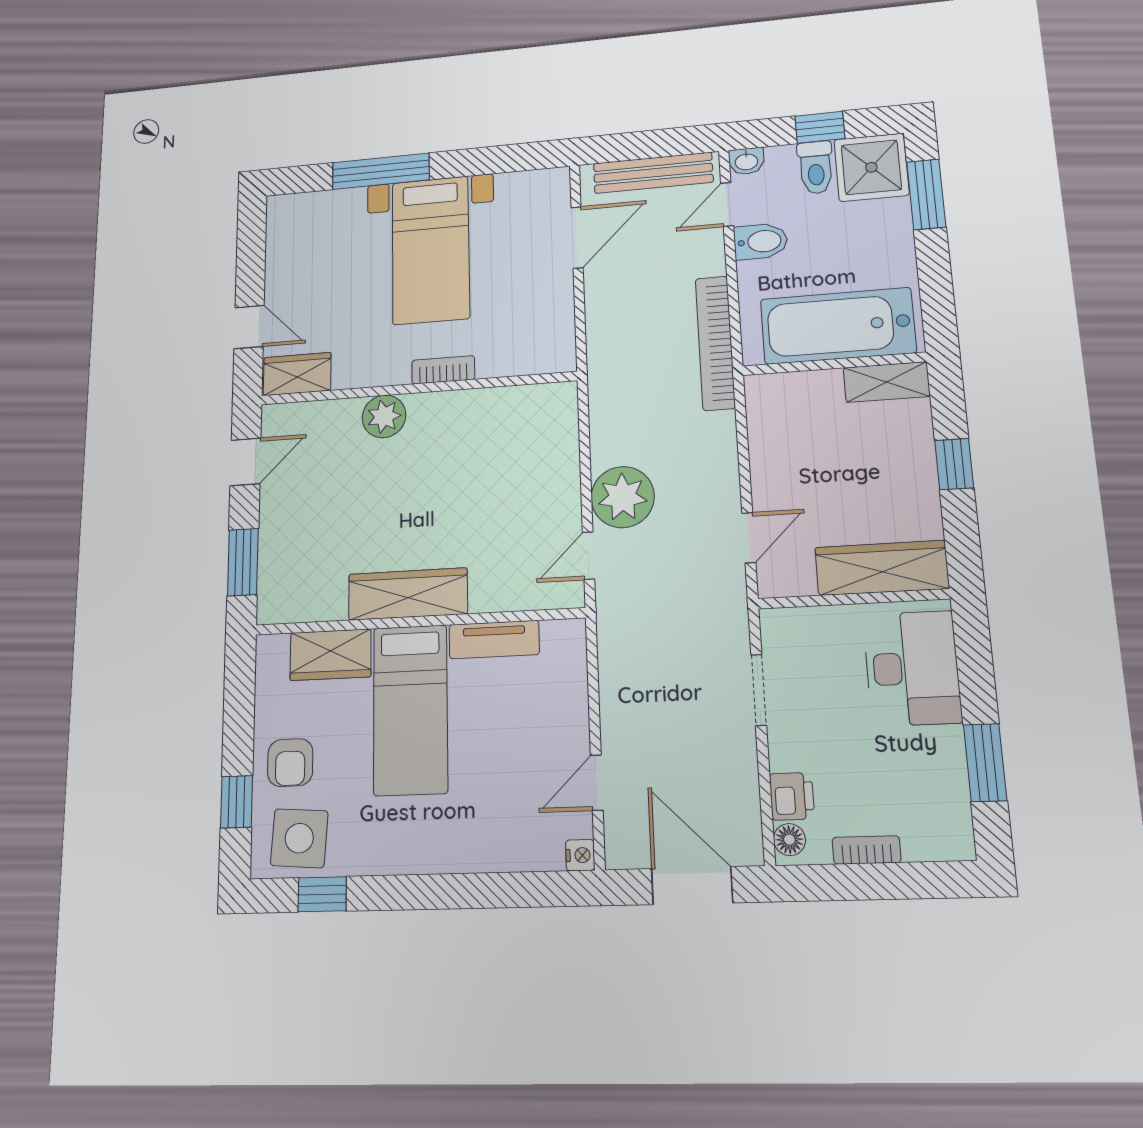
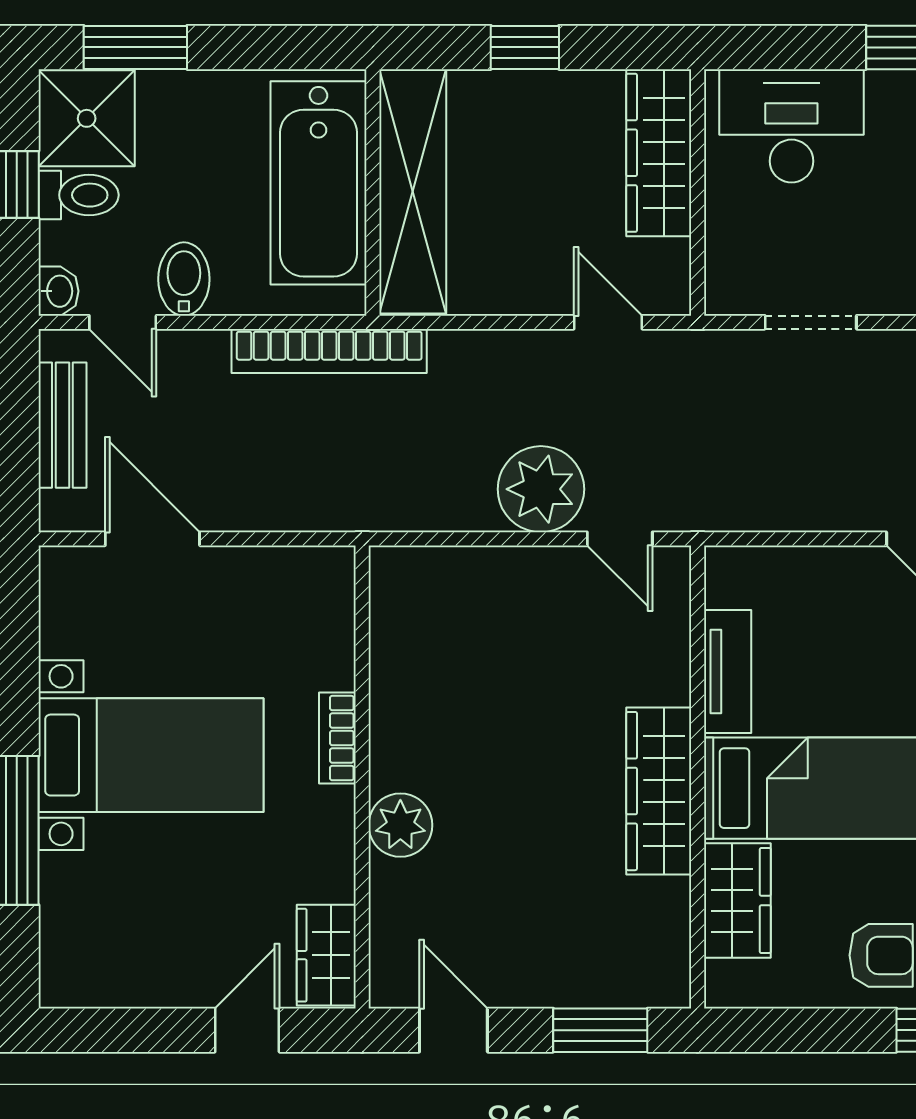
bench: (653, 173) -> (62, 425), width x0.73
shelving: (887, 382) -> (413, 191), width x2.20, depth x1.33

